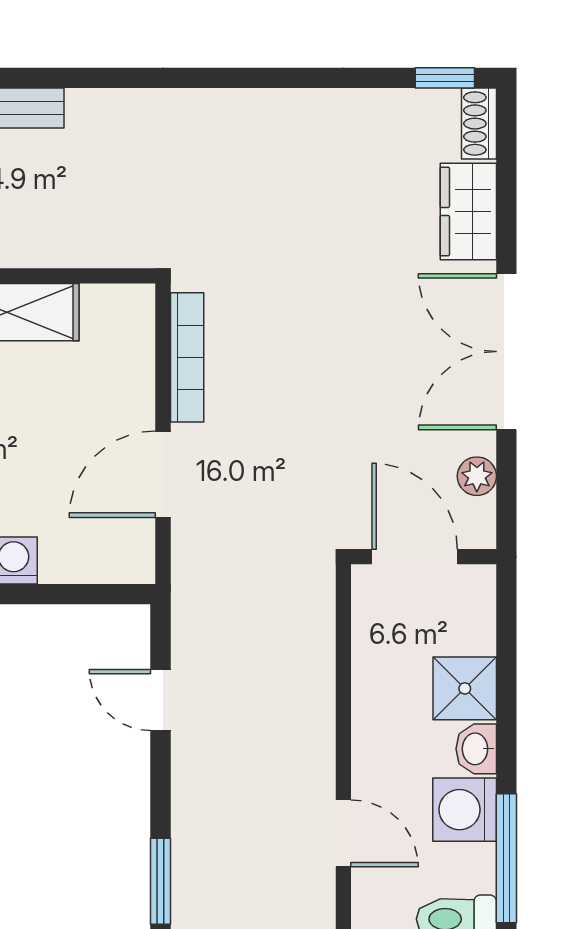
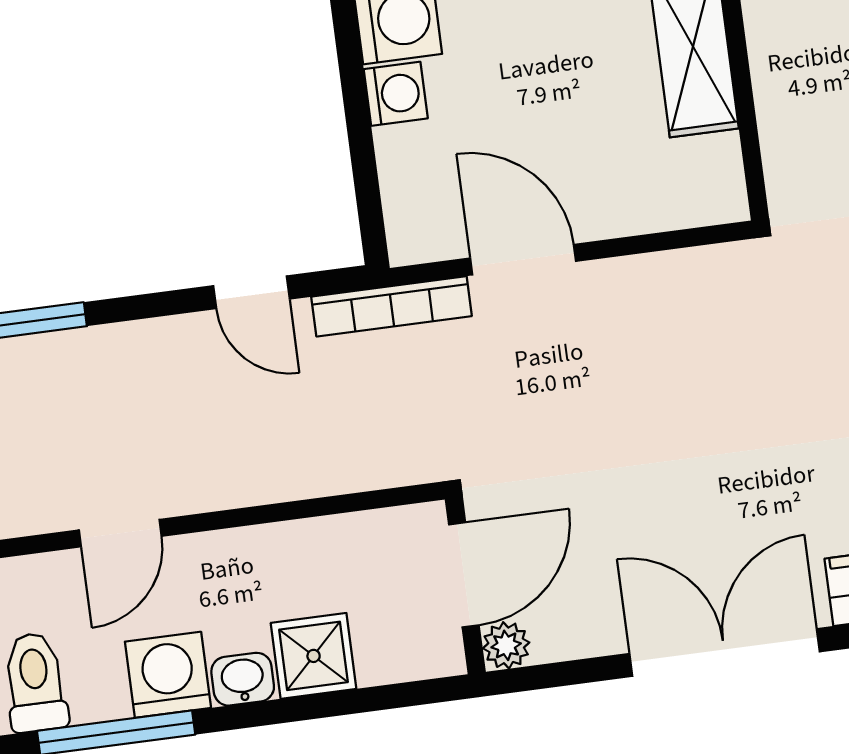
bookcase: (187, 357) -> (391, 306), moved
plant: (477, 476) -> (506, 645), moved
door: (160, 700) -> (251, 292), swing flipped

